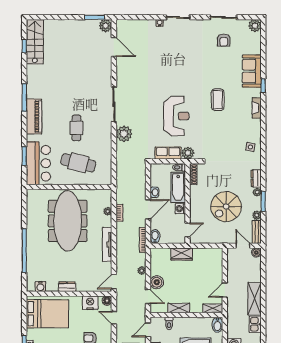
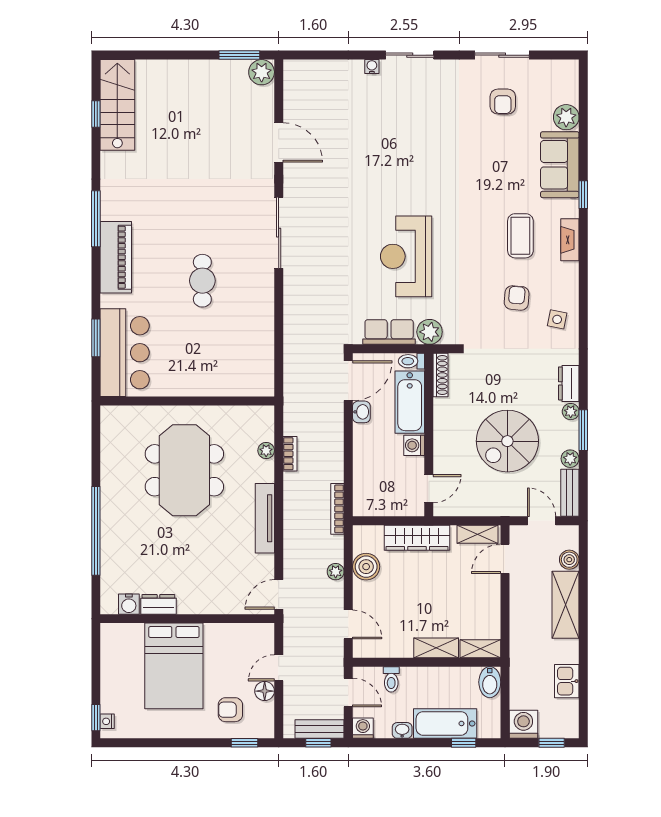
plant: (255, 26) -> (566, 117), moved
door: (114, 47) -> (279, 142), moved
coffee table: (218, 100) -> (520, 236), moved
reception desk: (176, 116) -> (406, 256), turned 180
plant: (124, 134) -> (299, 293), removed
armchair: (231, 136) -> (517, 298), added
cafe table: (78, 163) -> (206, 352), removed
door: (148, 209) -> (348, 381), moved
meeting table: (68, 221) -> (184, 470), width x0.73
bidet: (155, 237) -> (363, 502), removed
shelving: (211, 252) -> (477, 534), added
boiler: (256, 253) -> (569, 560), moved
wardrobe: (182, 254) -> (417, 538), width x1.50
boiler: (157, 282) -> (366, 567), moved
dresser: (67, 287) -> (158, 604), moved
door: (225, 290) -> (505, 559), moved
shelving: (255, 299) -> (565, 605), moved
floor lamp: (107, 301) -> (265, 691), moved
nightstand: (90, 303) -> (230, 637), removed
shelving: (179, 308) -> (436, 648), moved
bed: (47, 314) -> (174, 666), moved, turned 90
door: (114, 318) -> (279, 668), hinge flipped
door: (148, 330) -> (348, 692), swing flipped

